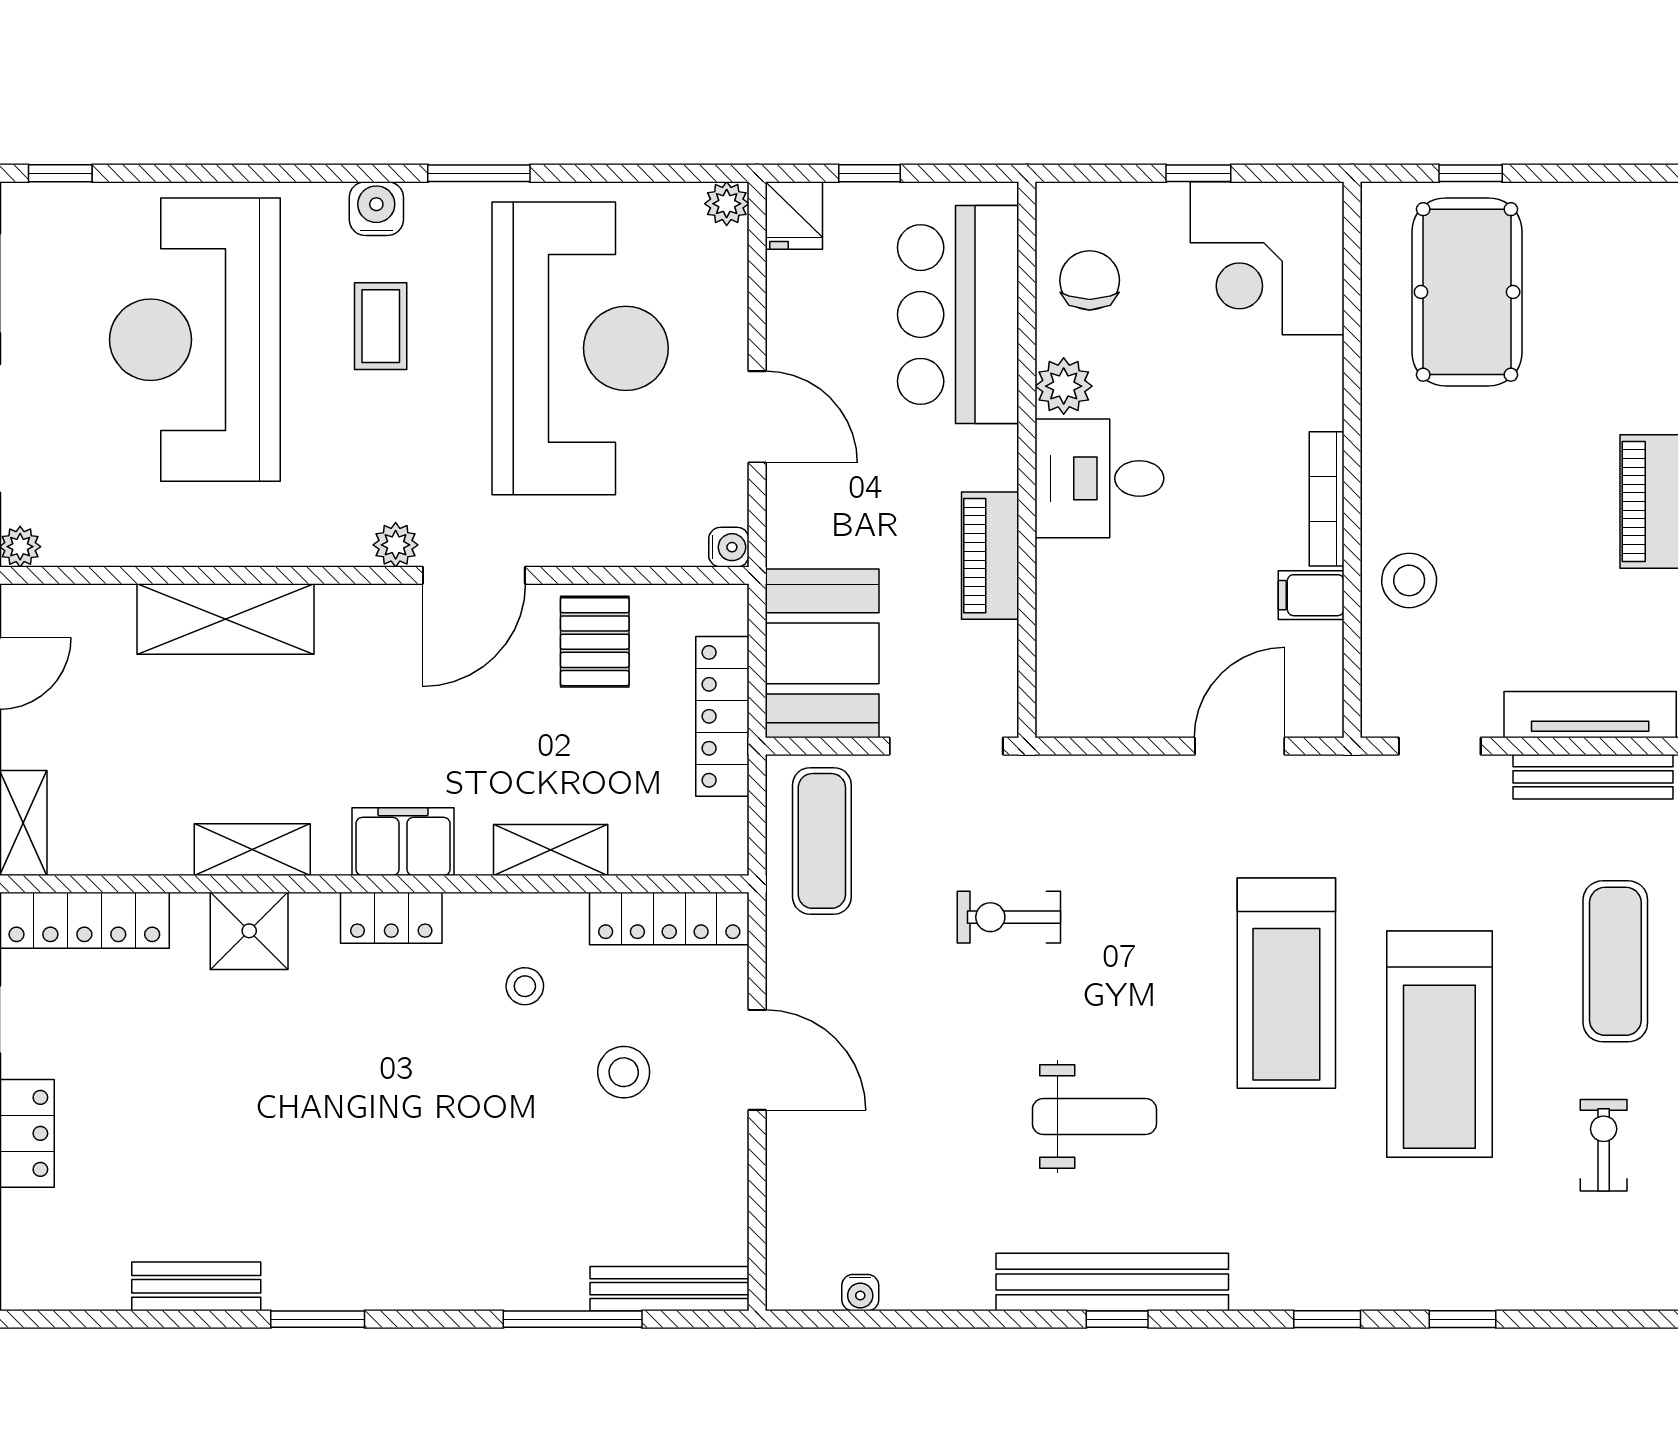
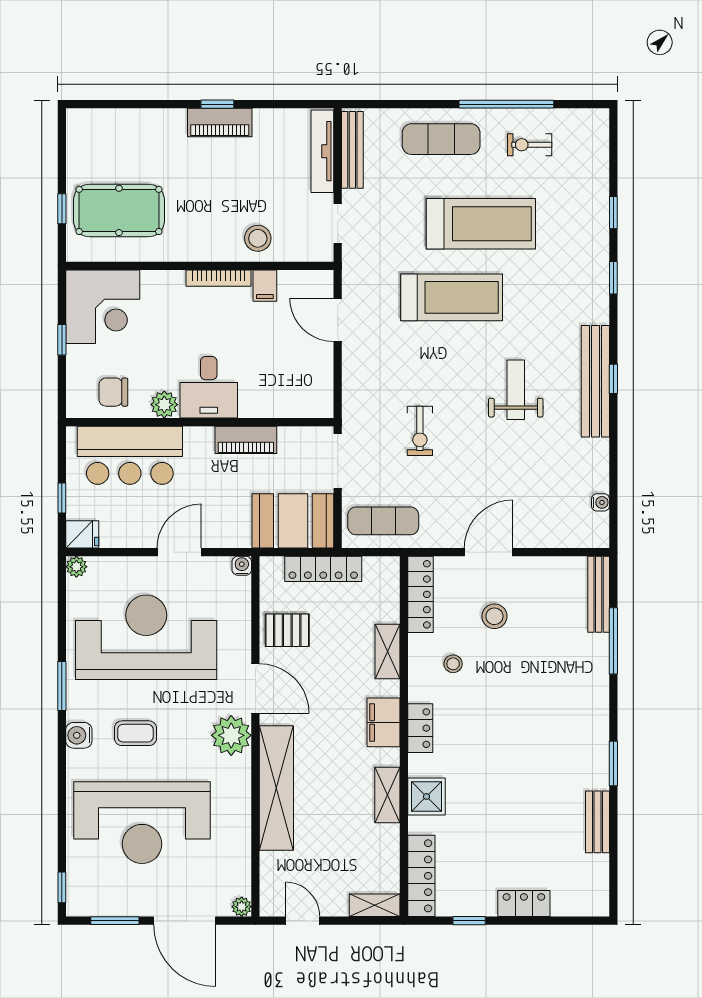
plant: (396, 545) -> (231, 735), width x1.88, depth x1.88
shelving: (225, 619) -> (276, 788), width x1.47

